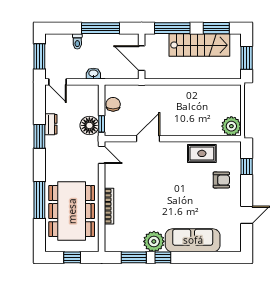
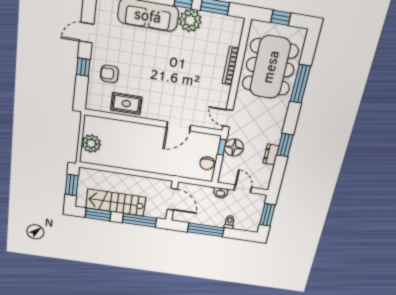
door: (58, 82) -> (243, 189), moved
plant: (231, 126) -> (91, 144), moved
window: (247, 166) -> (83, 67), moved

